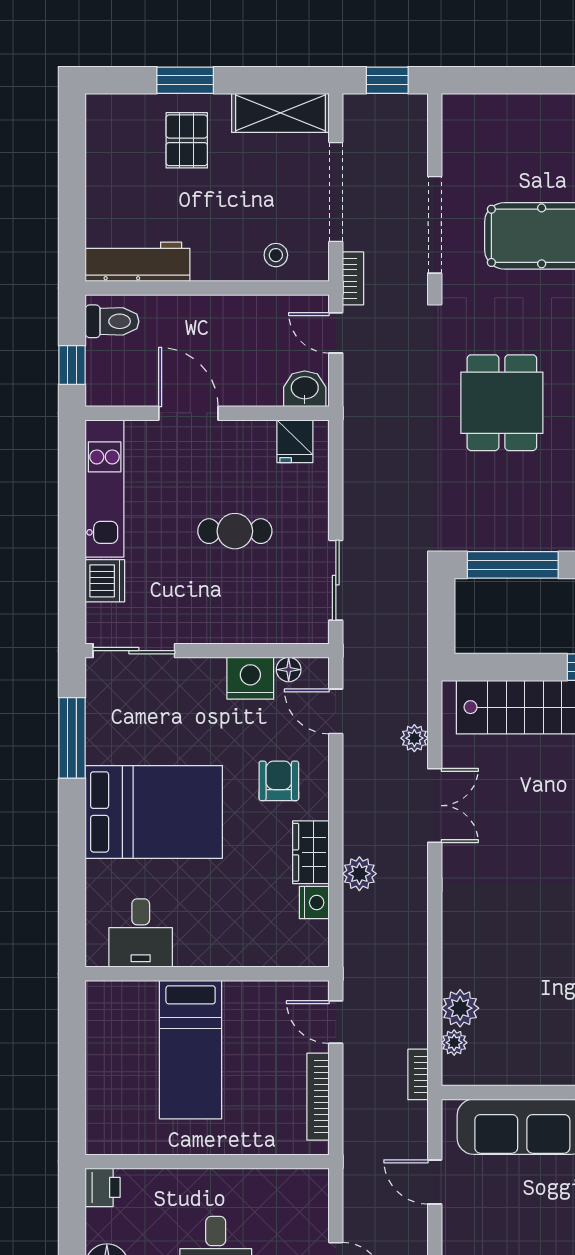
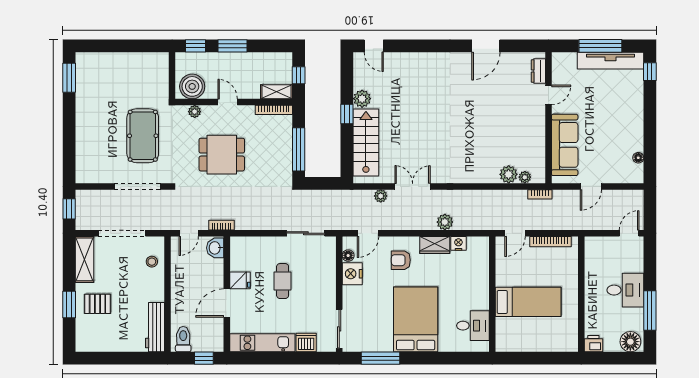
bookcase: (353, 278) -> (221, 225), moved
fridge: (295, 441) -> (240, 280), moved

